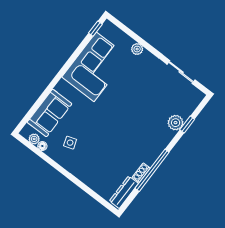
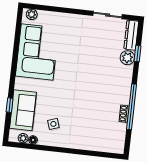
window: (95, 29) -> (10, 105), moved
plant: (137, 49) -> (32, 14), moved
dresser: (124, 192) -> (131, 35), moved

